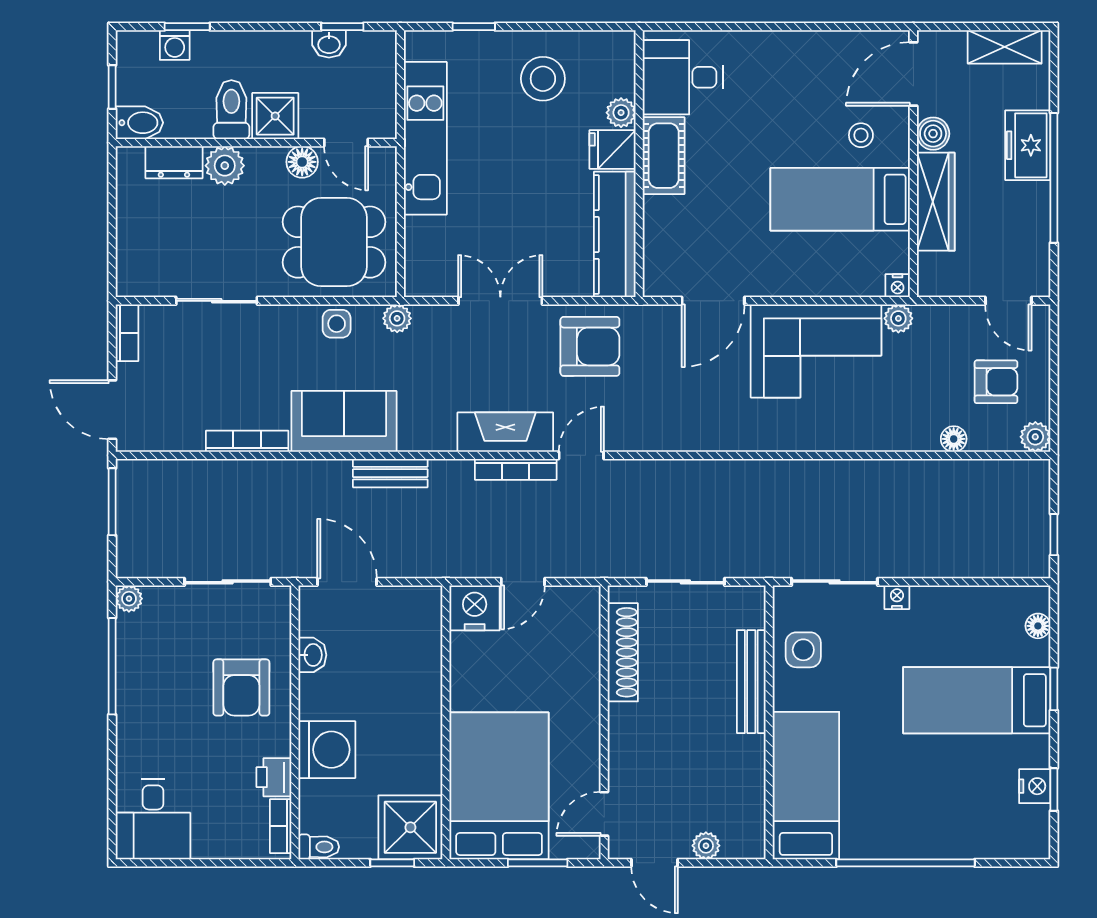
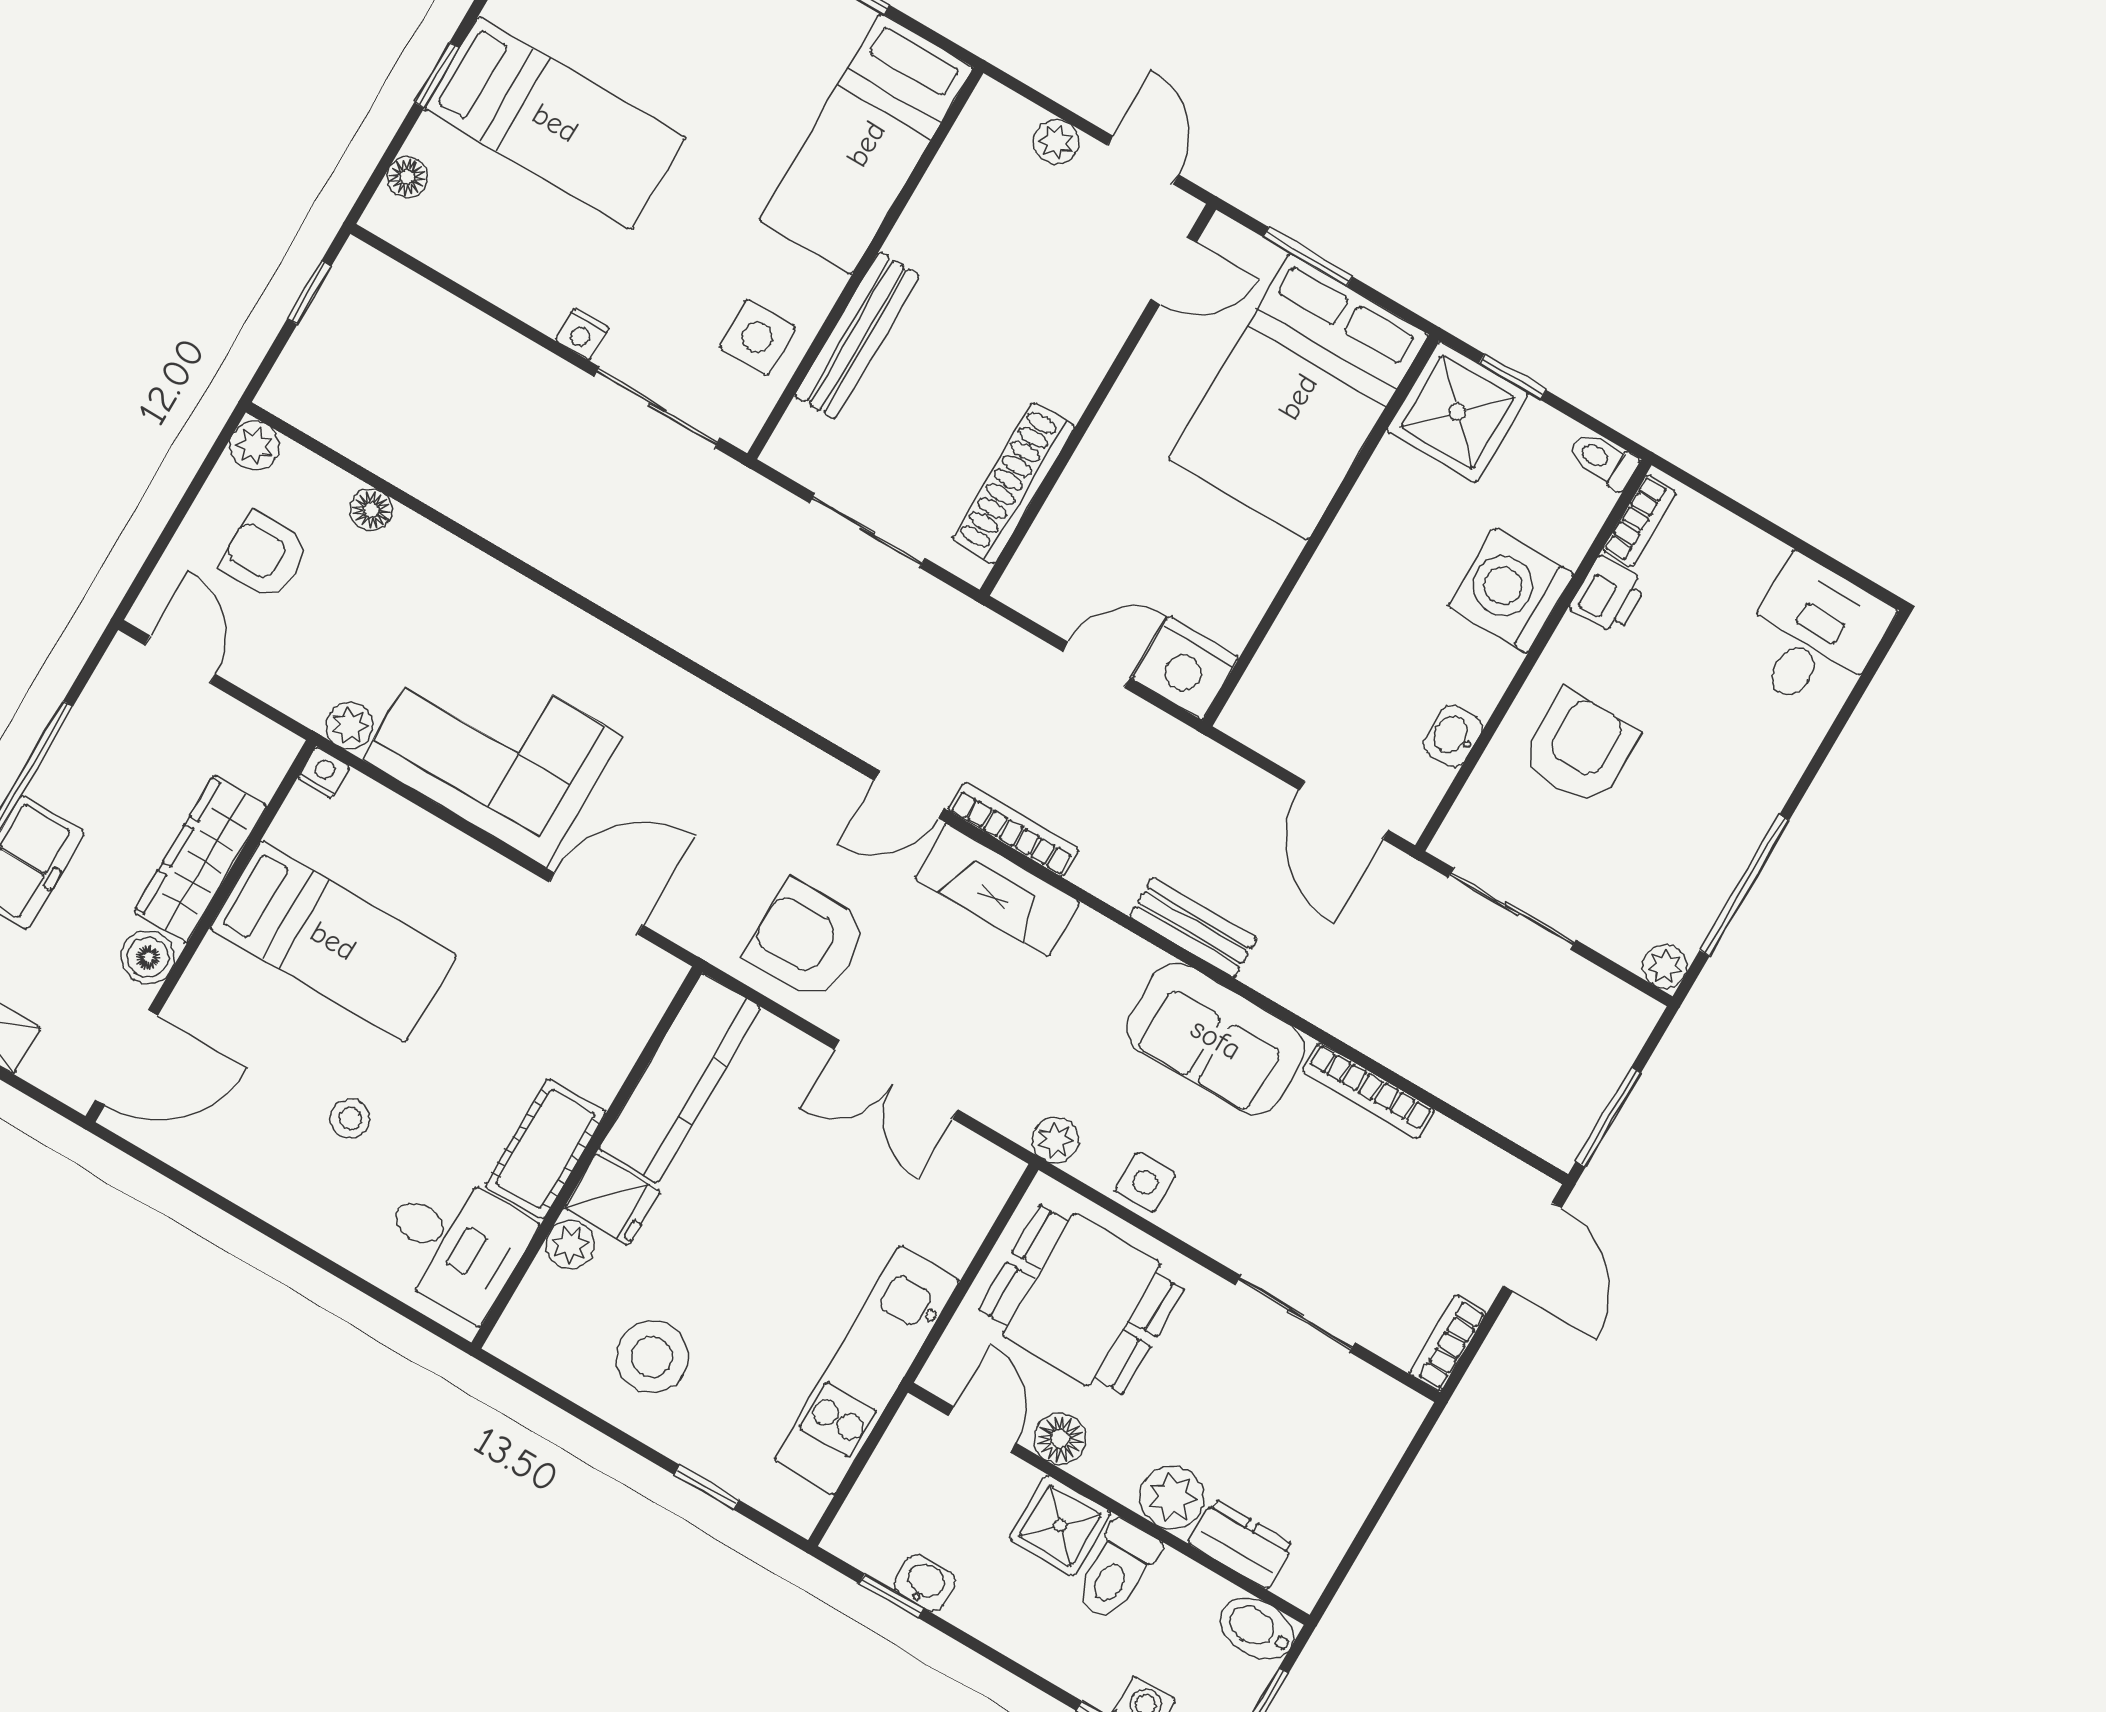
stool: (861, 135) -> (350, 1119), moved

